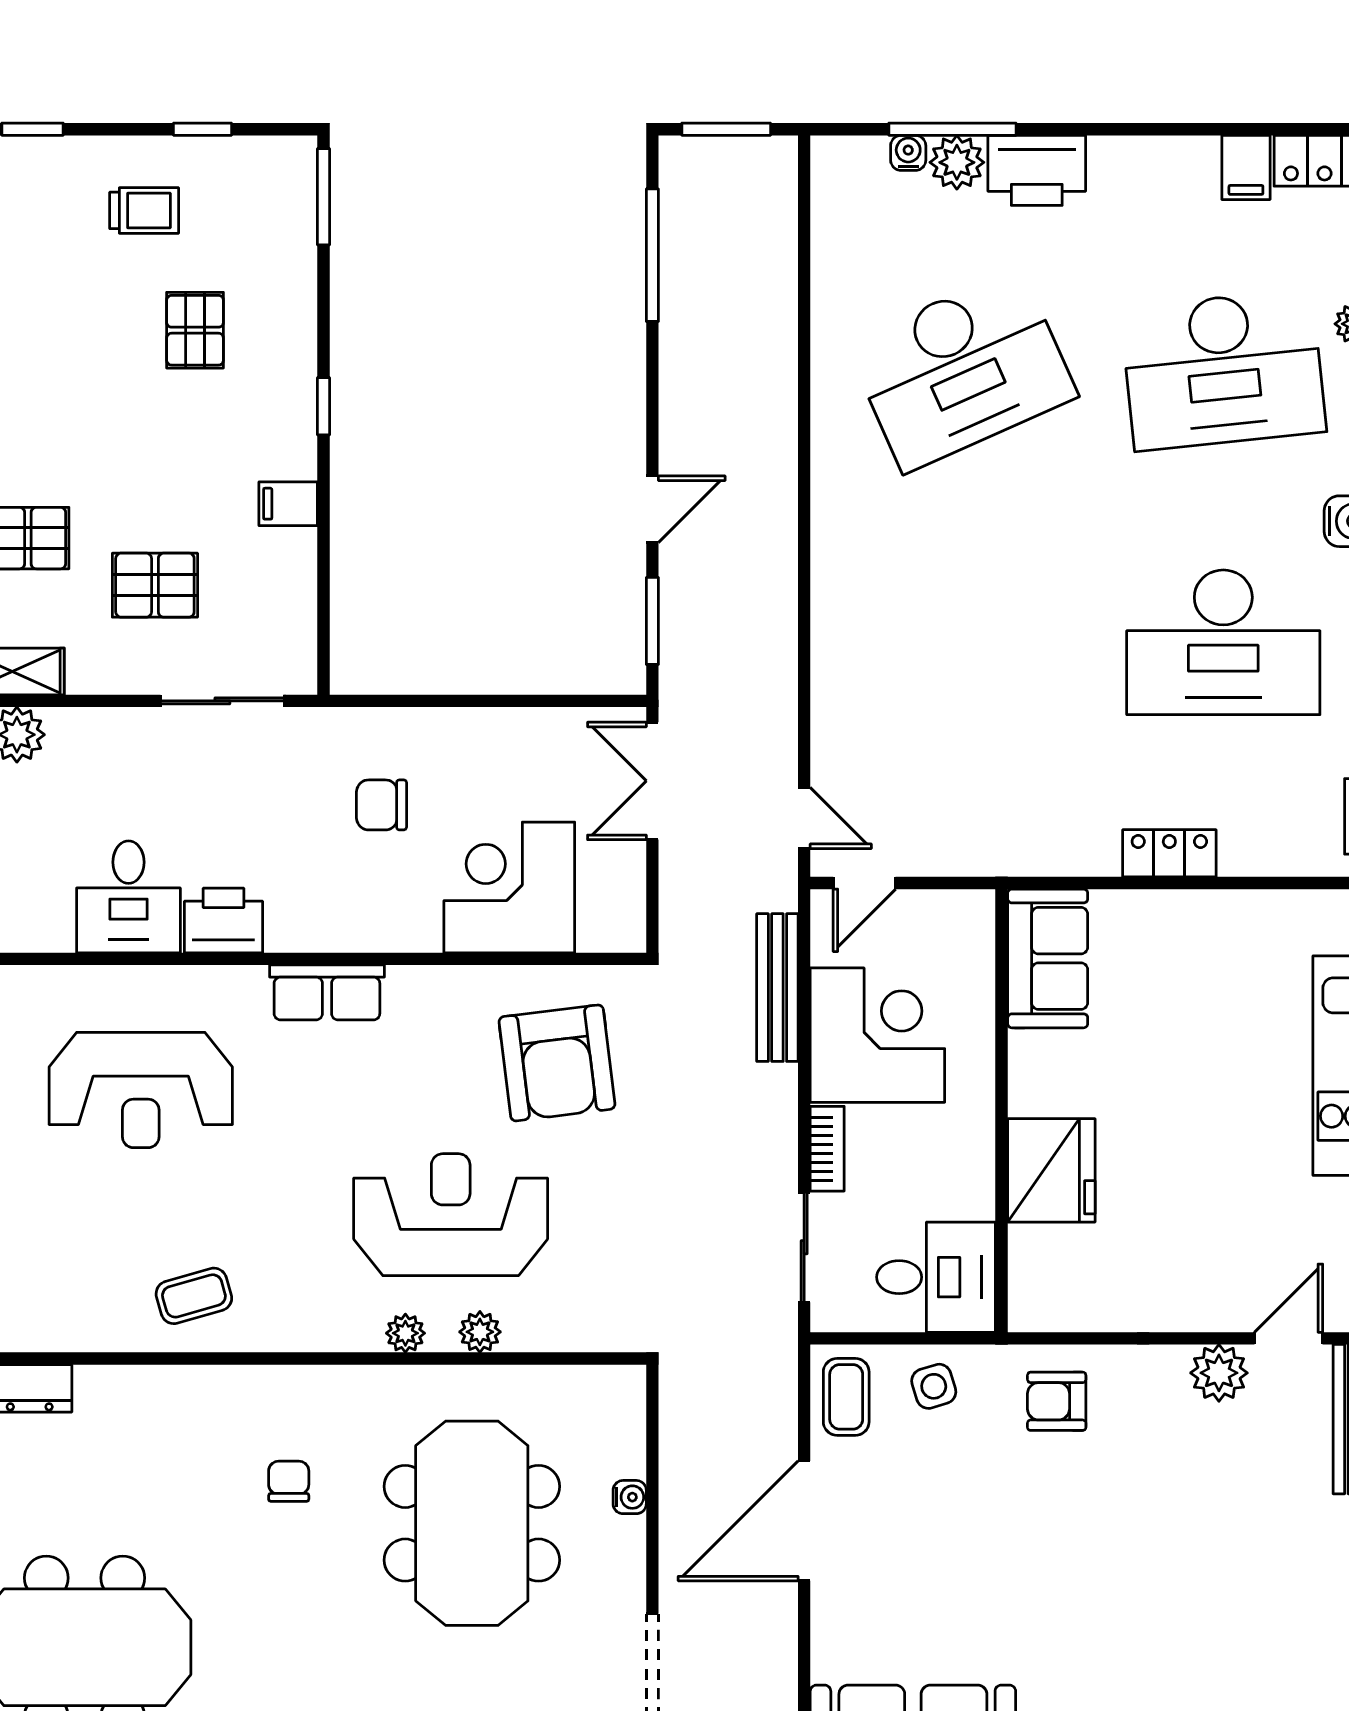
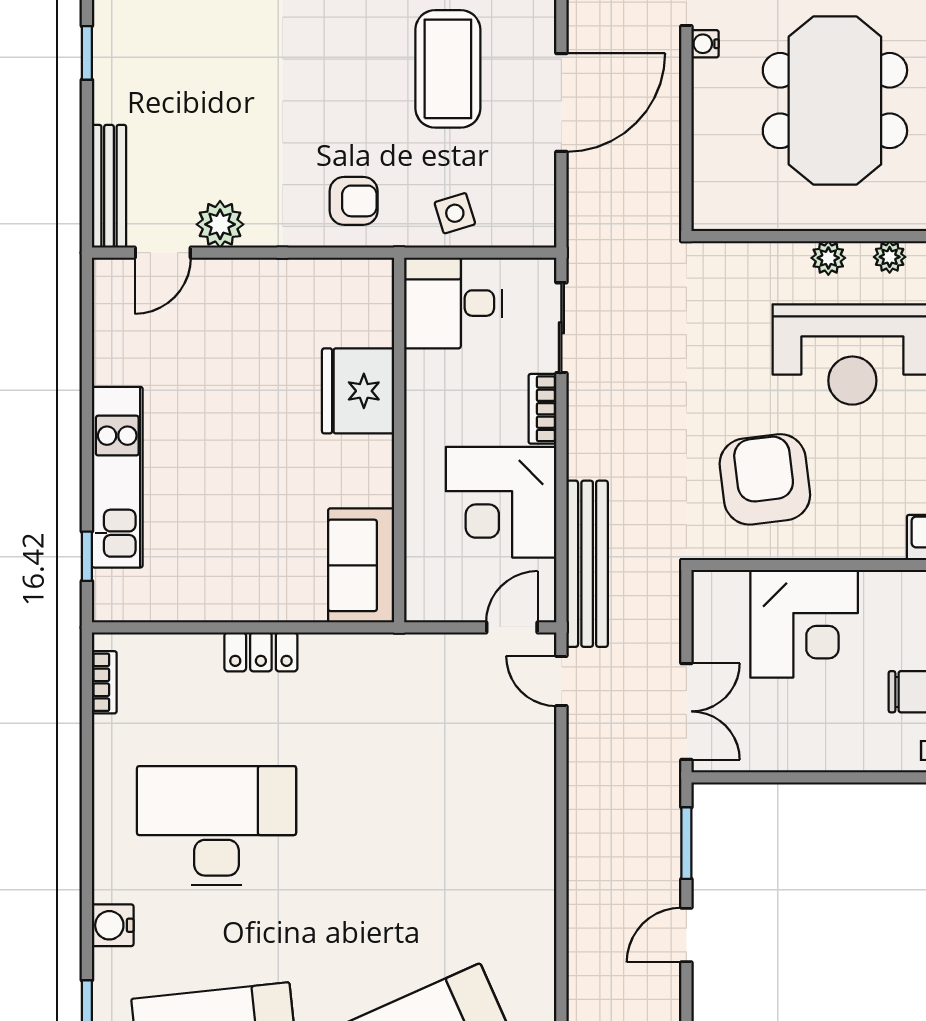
bench: (777, 988) -> (587, 564), width x1.37, depth x1.21
coffee table: (846, 1397) -> (448, 69), moved, width x1.86, depth x1.72
water cooler: (630, 1497) -> (705, 44), moved

